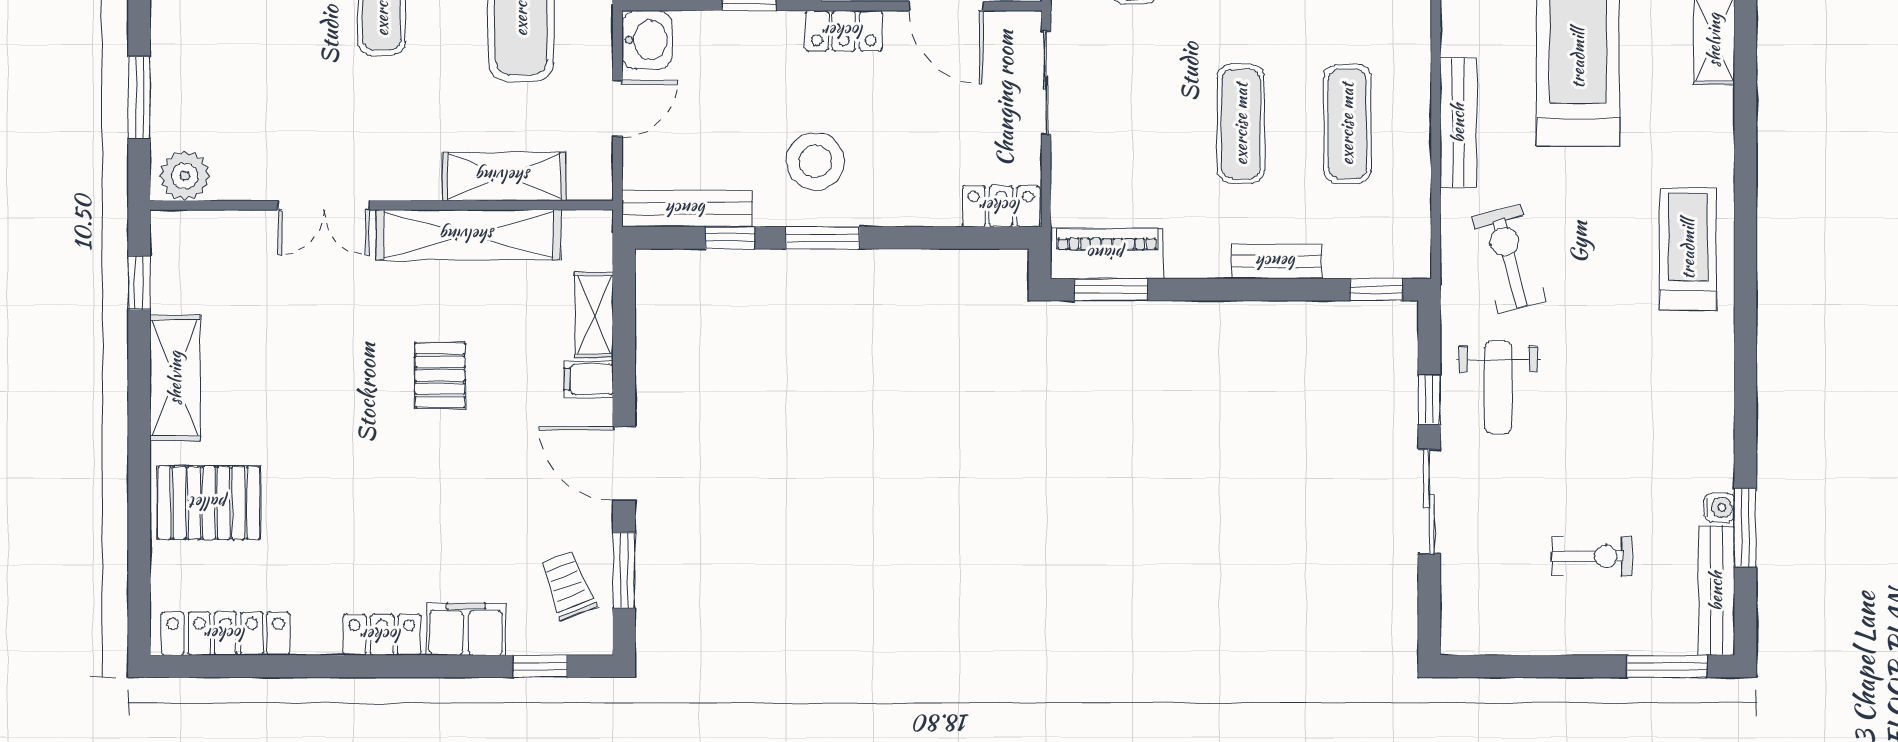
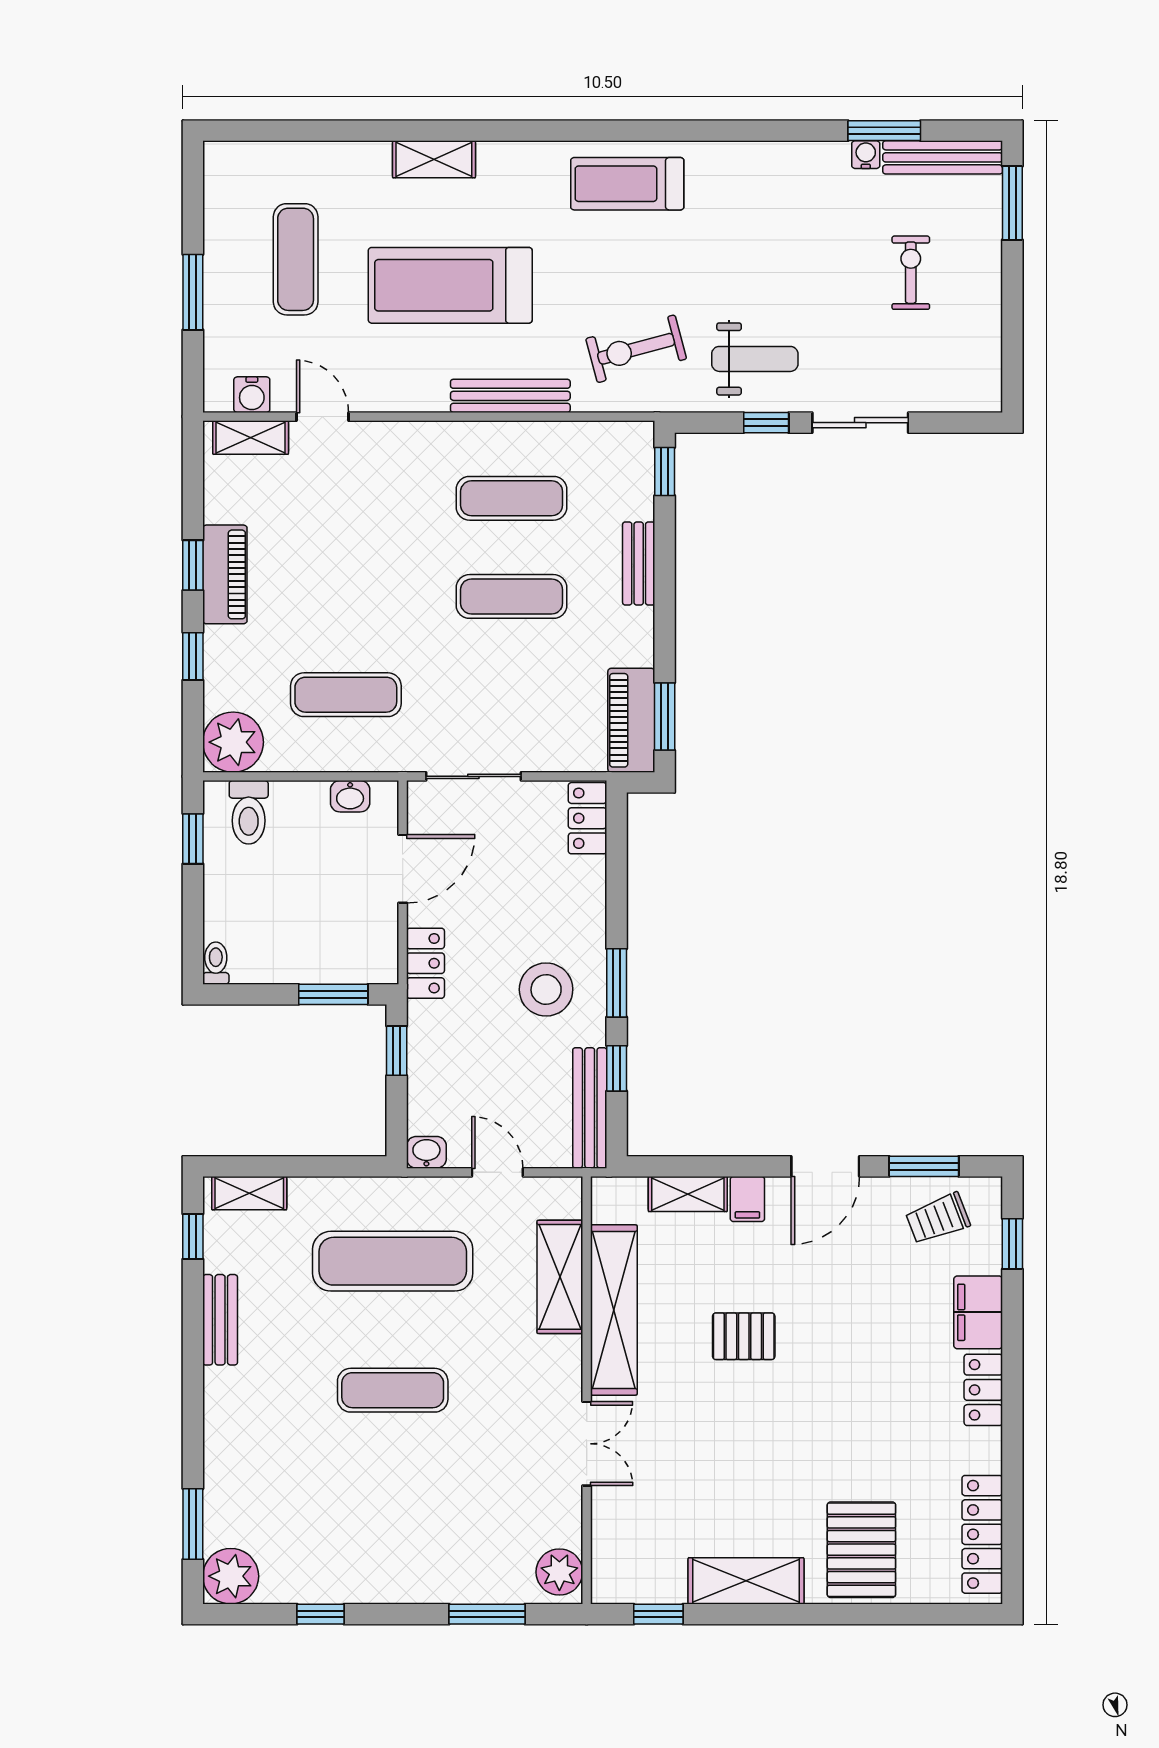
washbasin: (647, 40) -> (426, 1152), width x0.72, depth x0.69

